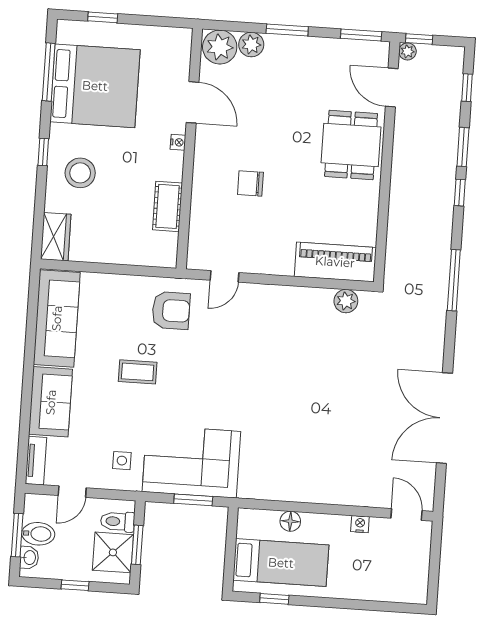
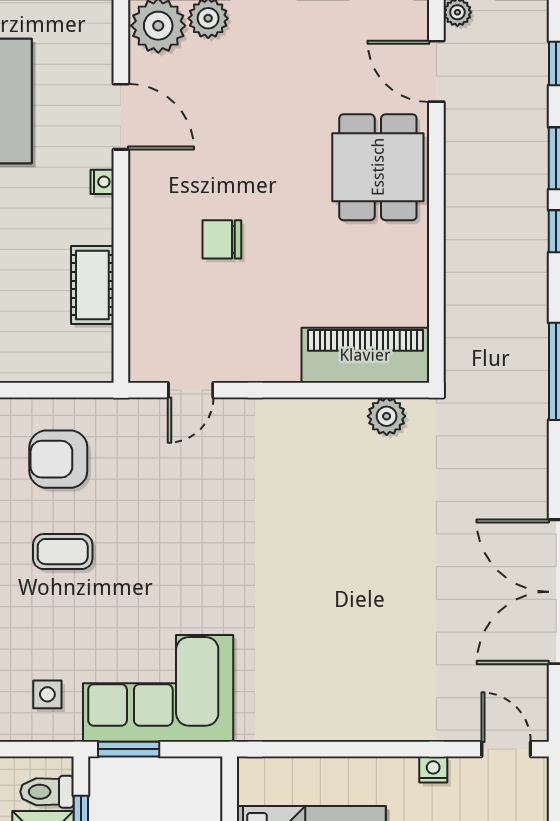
armchair: (171, 311) -> (58, 459), moved, turned 180
window: (193, 500) -> (129, 749), moved
floor lamp: (290, 521) -> (322, 773), removed

